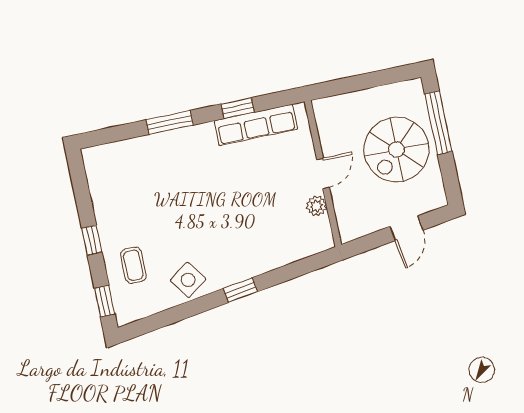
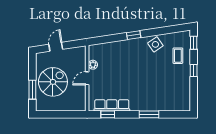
window: (238, 108) -> (108, 114), moved
window: (438, 123) -> (32, 90), width x0.69

